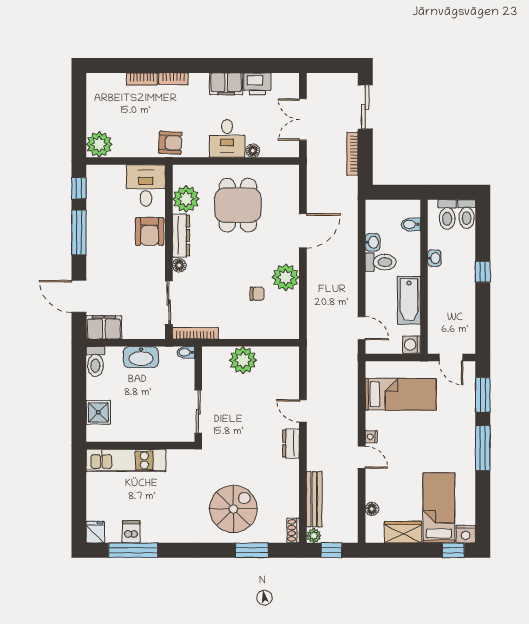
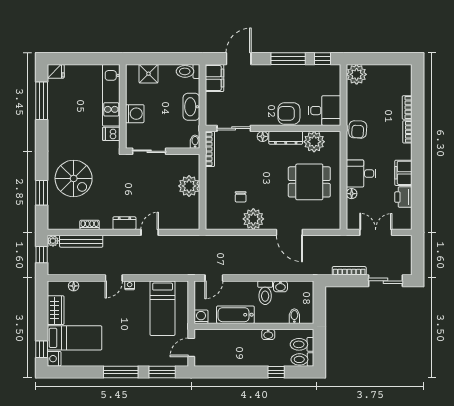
window: (483, 272) -> (276, 372), moved
washing machine: (150, 430) -> (135, 114), added
shoe rack: (293, 530) -> (90, 225), moved
dishwasher: (131, 532) -> (111, 134), moved, turned 180

